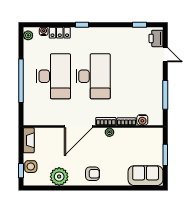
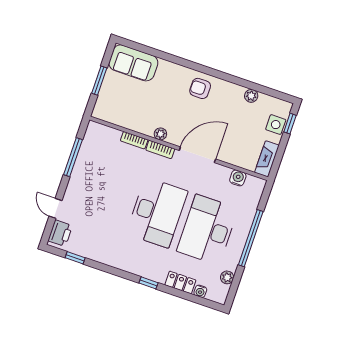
plant: (28, 35) -> (227, 277), moved
desk: (93, 76) -> (157, 212), turned 180
water cooler: (142, 120) -> (238, 178), moved
plant: (59, 177) -> (251, 96), width x0.53, depth x0.53

